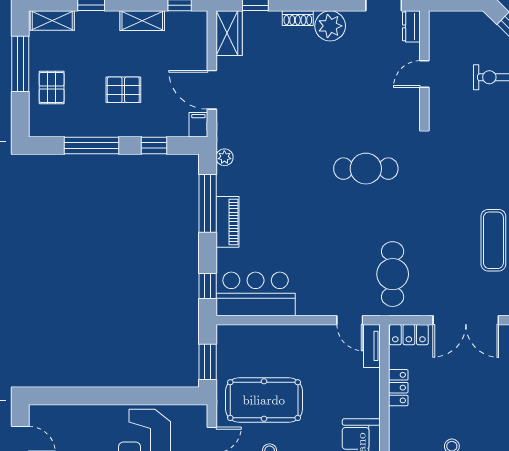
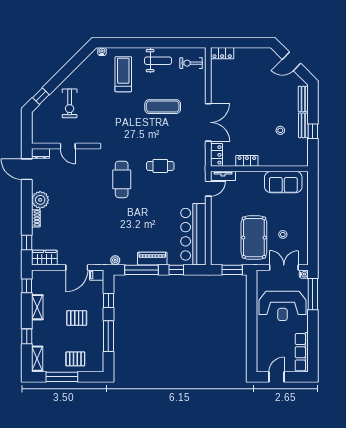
pallet: (123, 90) -> (77, 318), turned 90
cafe table: (393, 274) -> (160, 166), moved, width x0.73, depth x0.74
window: (208, 286) -> (176, 270), moved
bar counter: (256, 294) -> (193, 234), width x1.36

